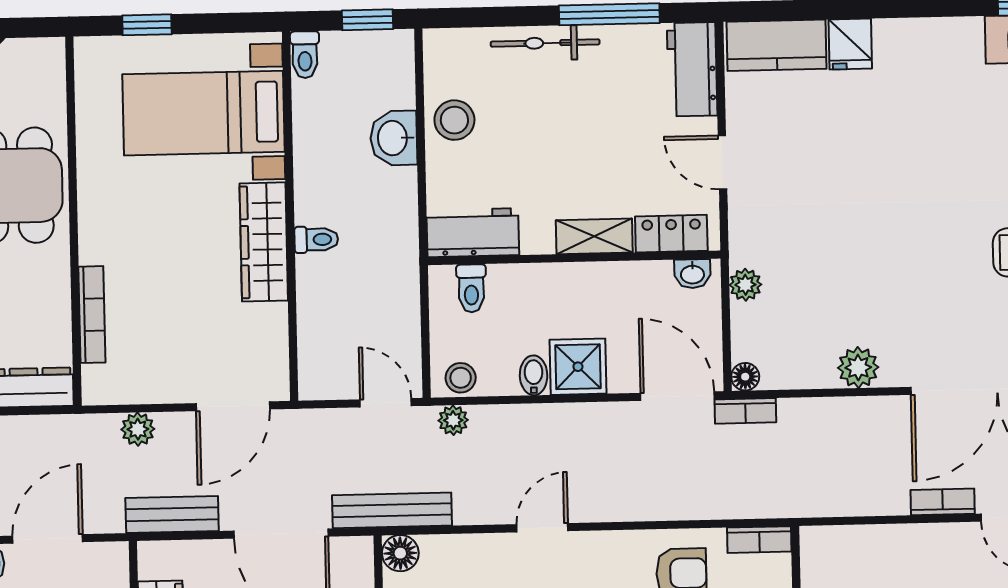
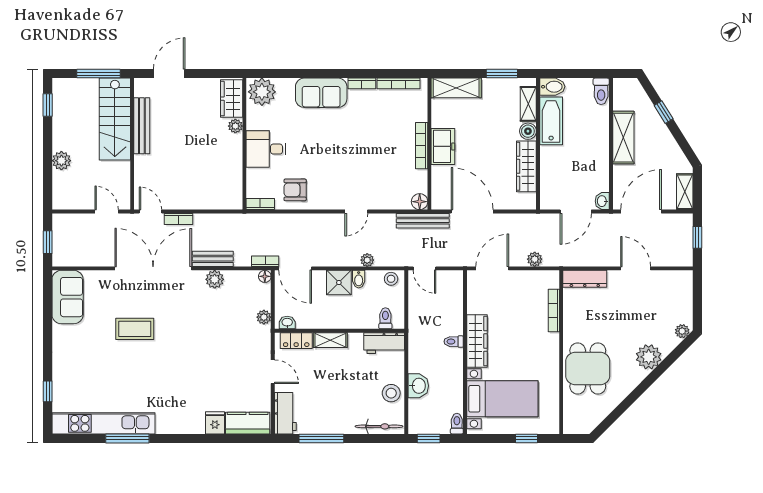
bicycle: (545, 43) -> (379, 426), moved
plant: (453, 420) -> (367, 260), moved
bench: (172, 514) -> (213, 259), moved

